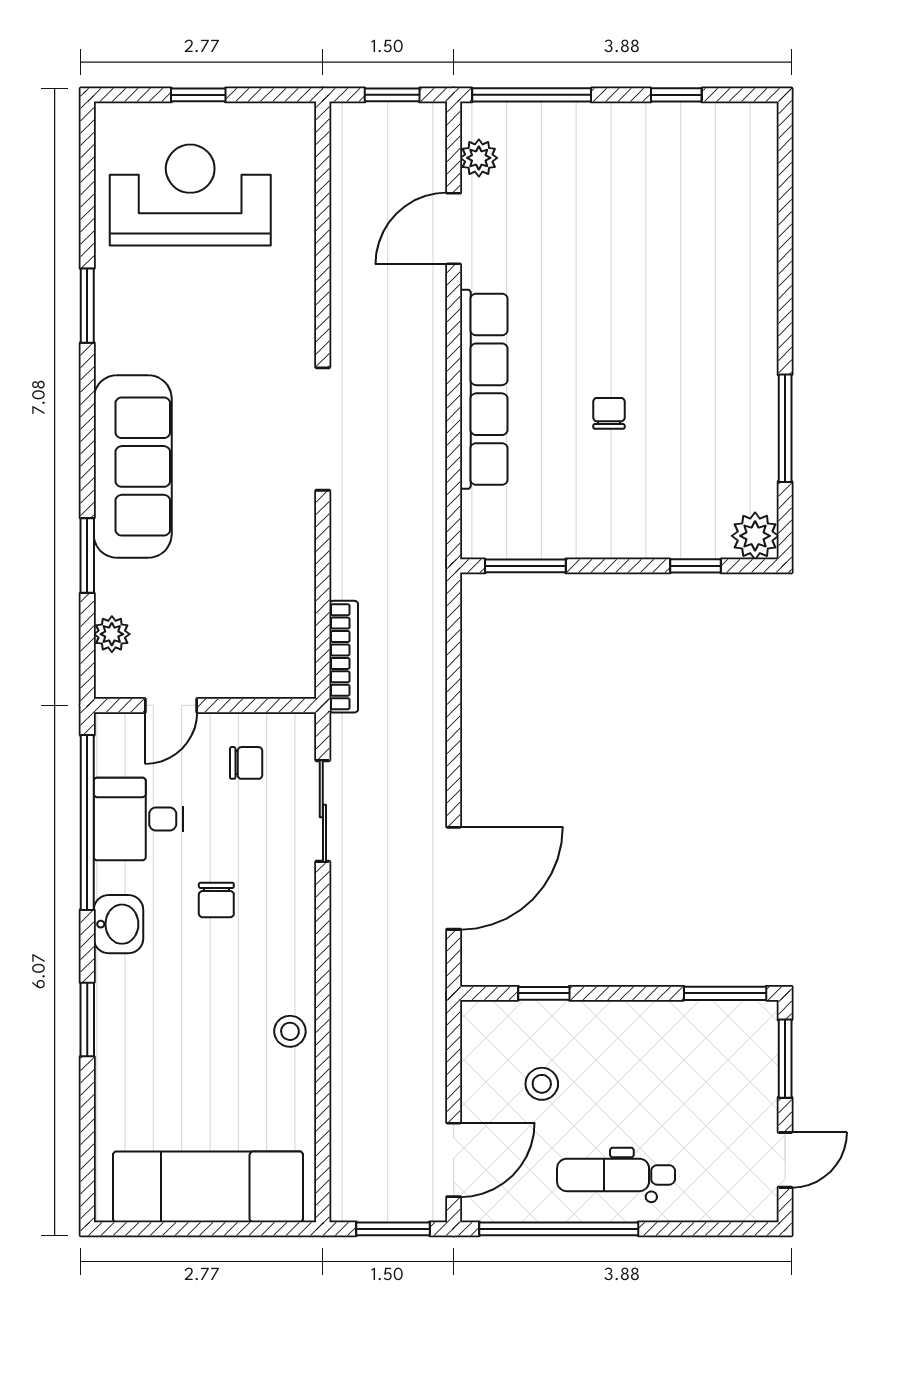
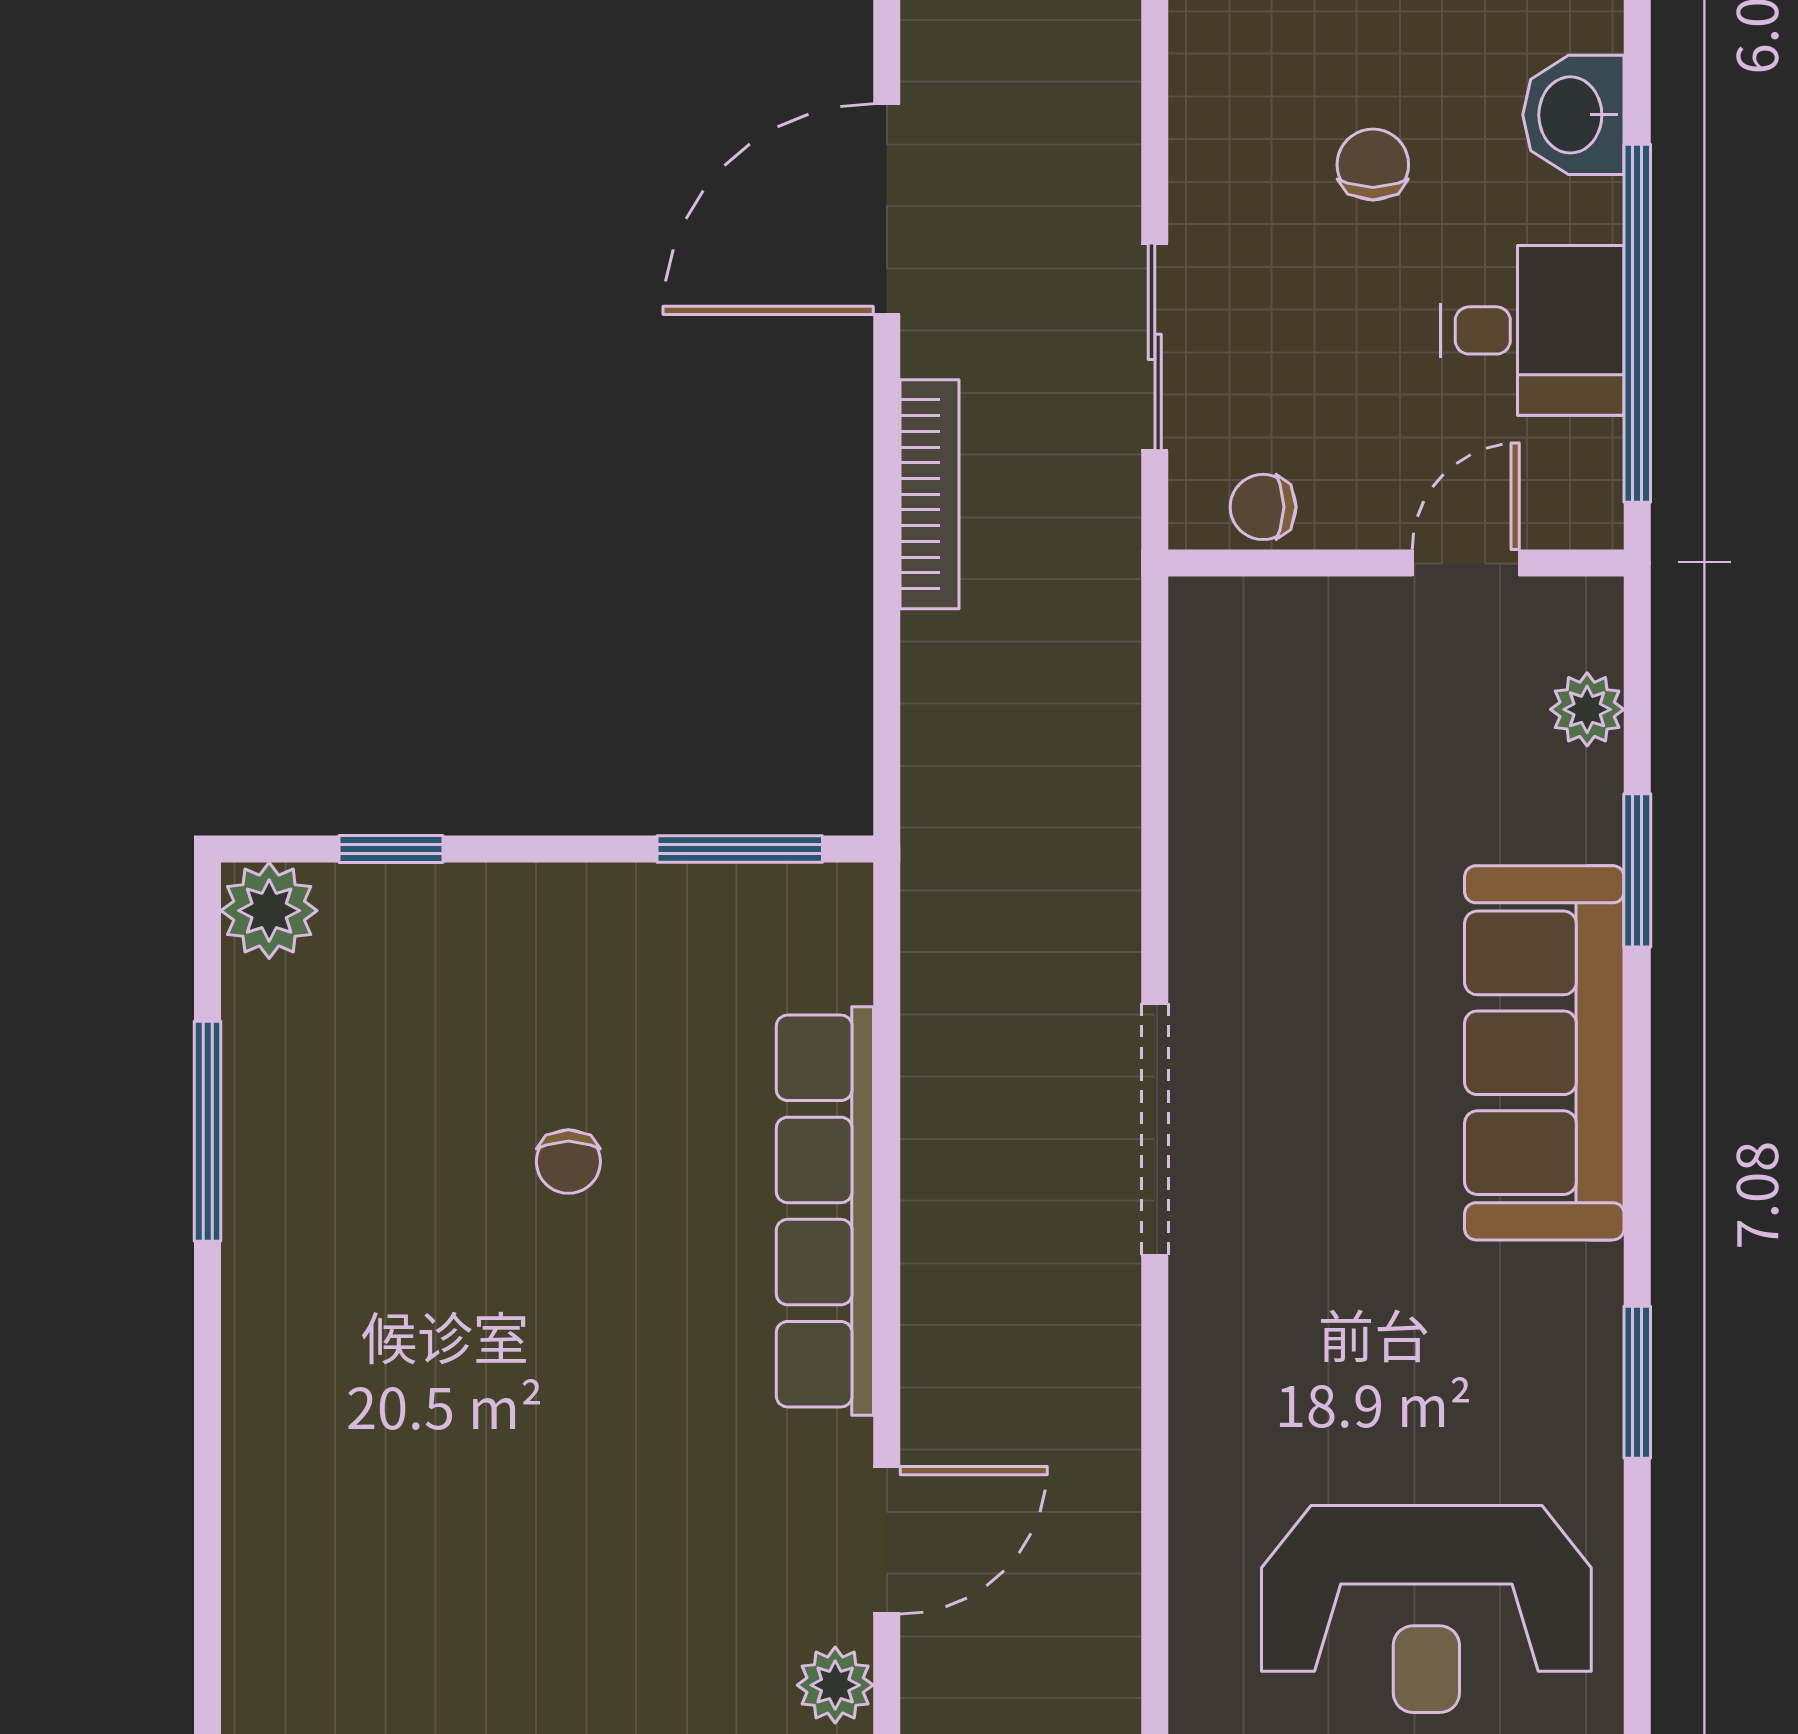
bookcase: (344, 657) -> (929, 494), moved, turned 180
chair: (246, 763) -> (1263, 507), moved

